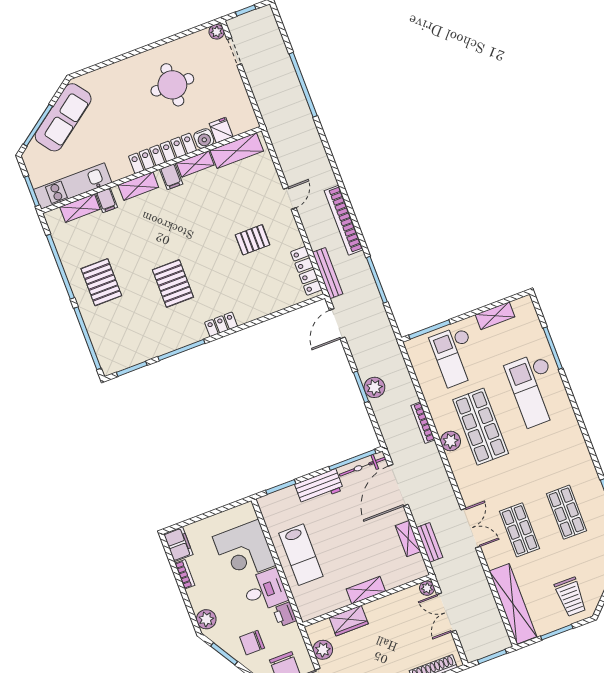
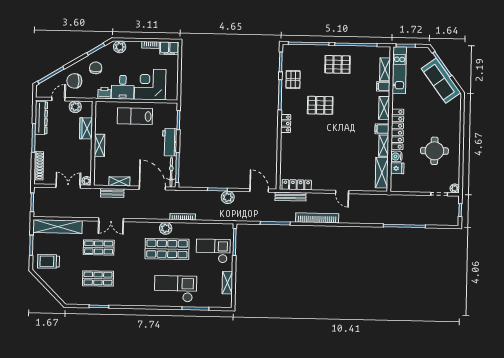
pallet: (253, 240) -> (293, 79), moved
plant: (374, 387) -> (228, 197), moved

